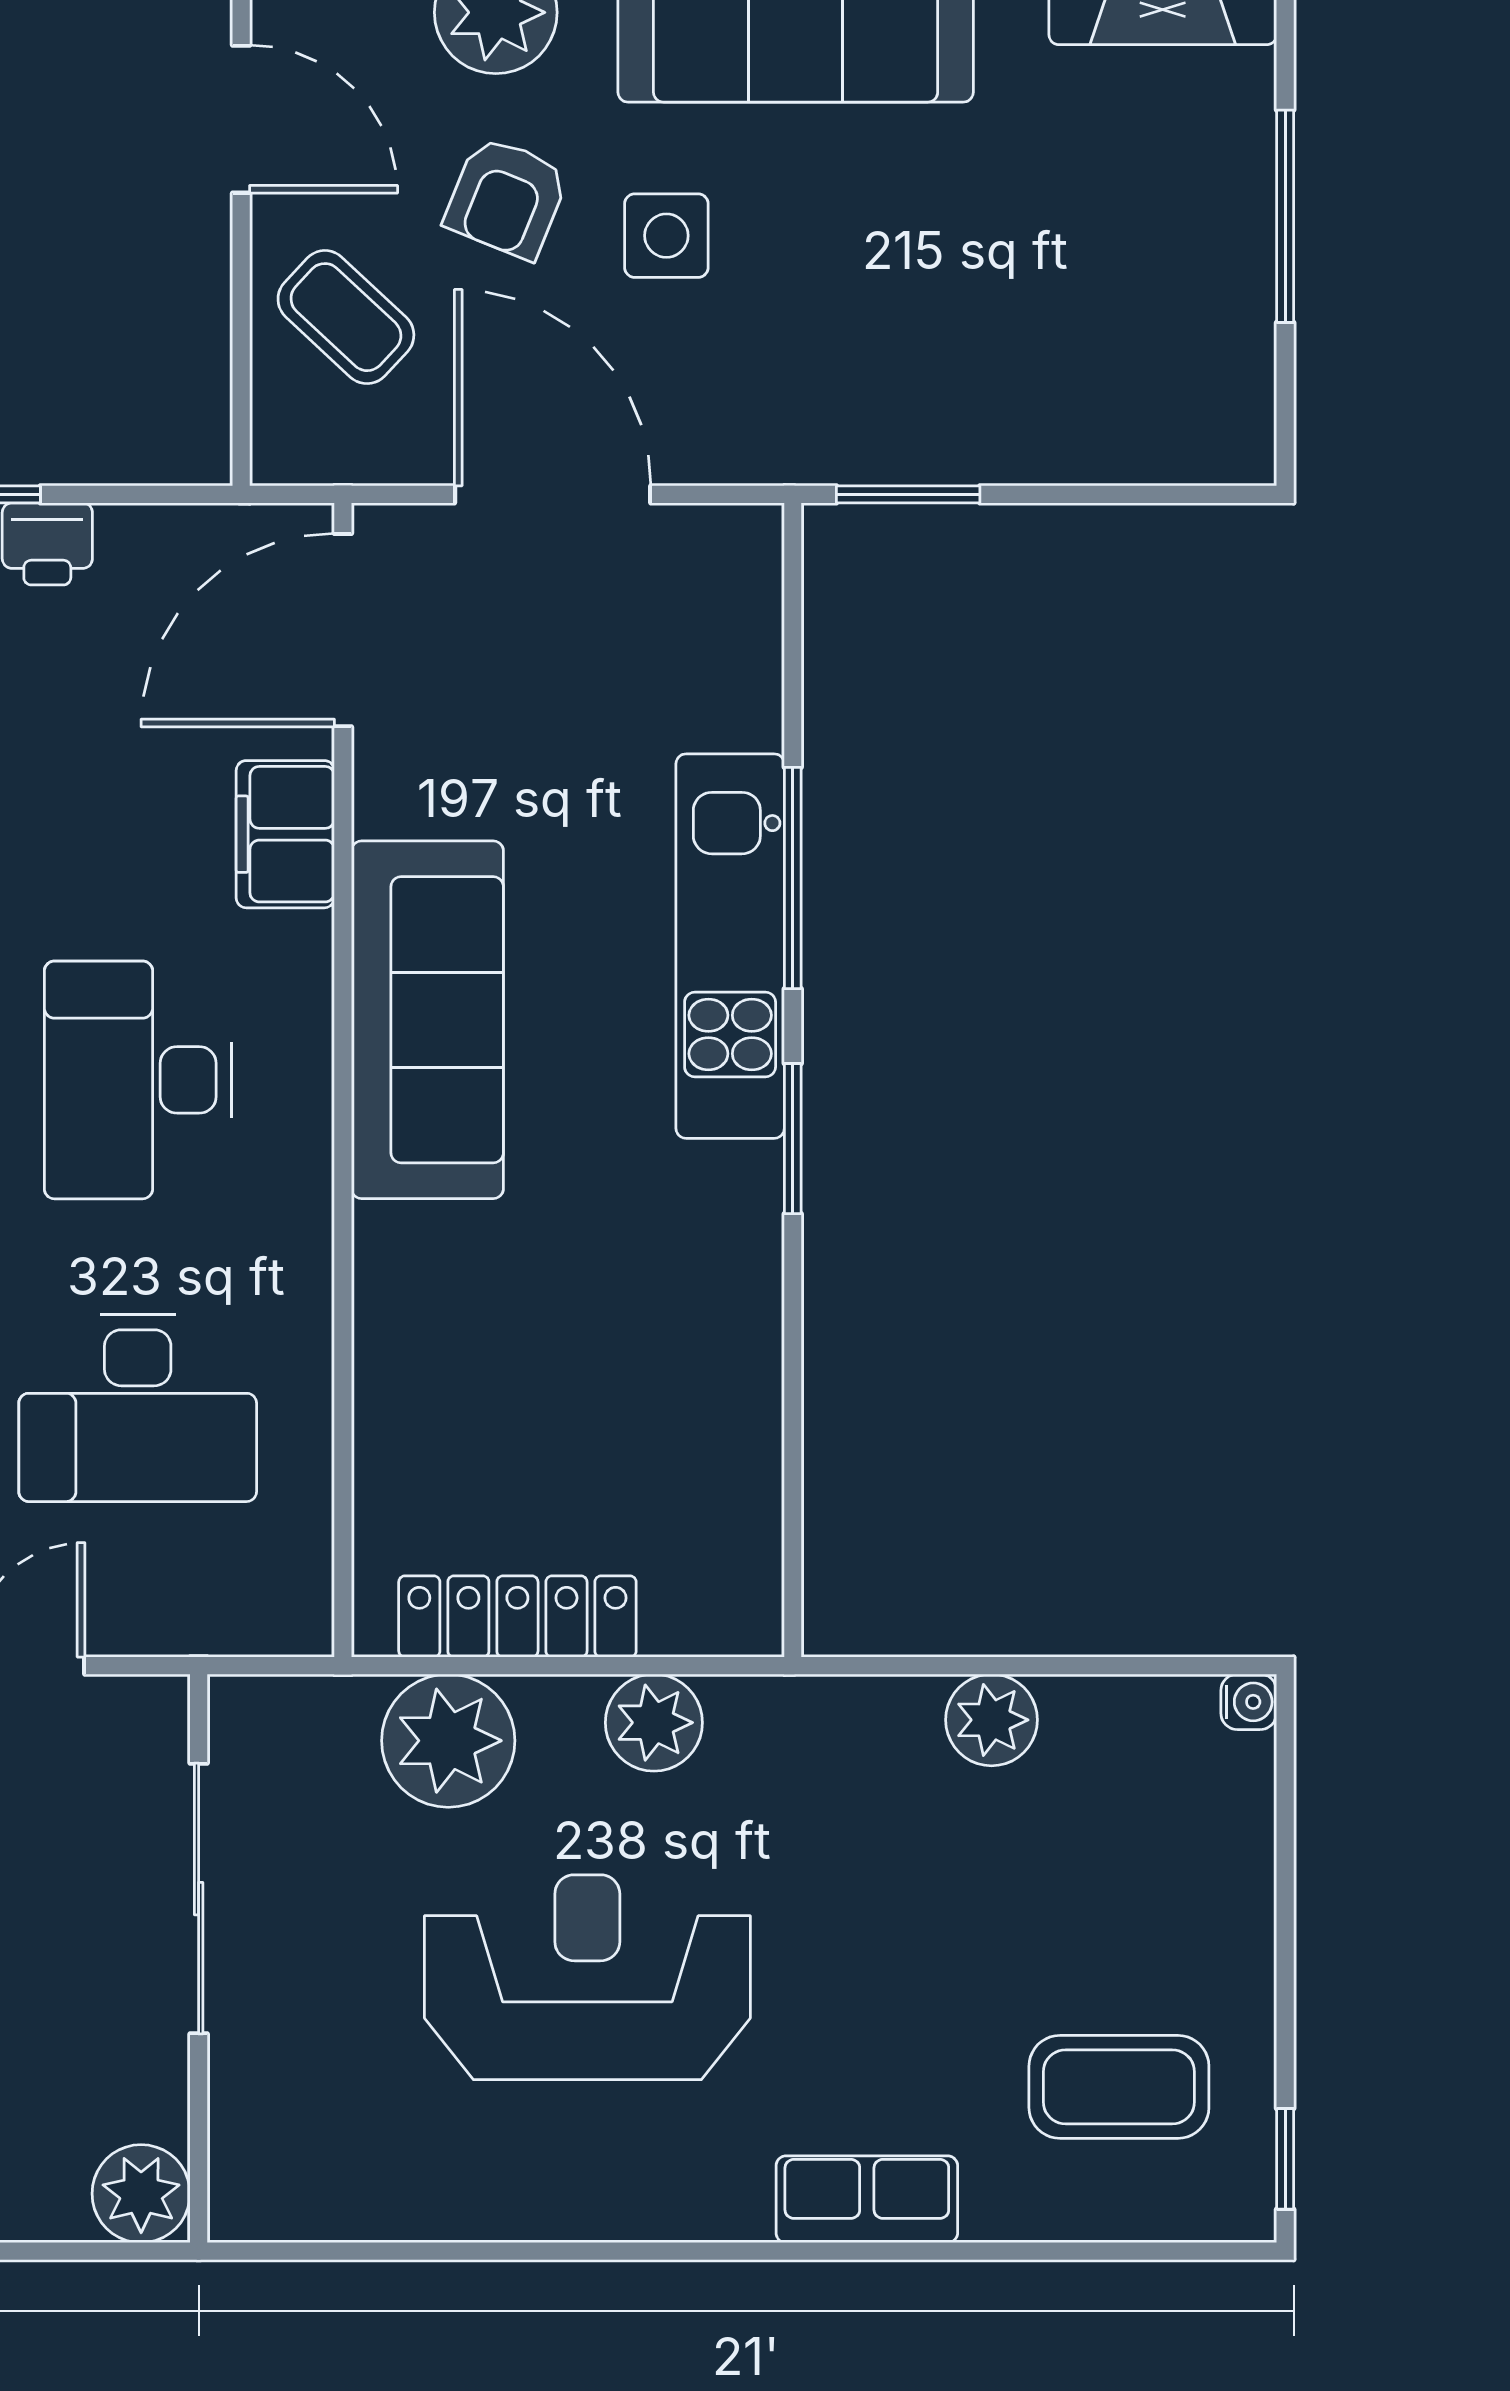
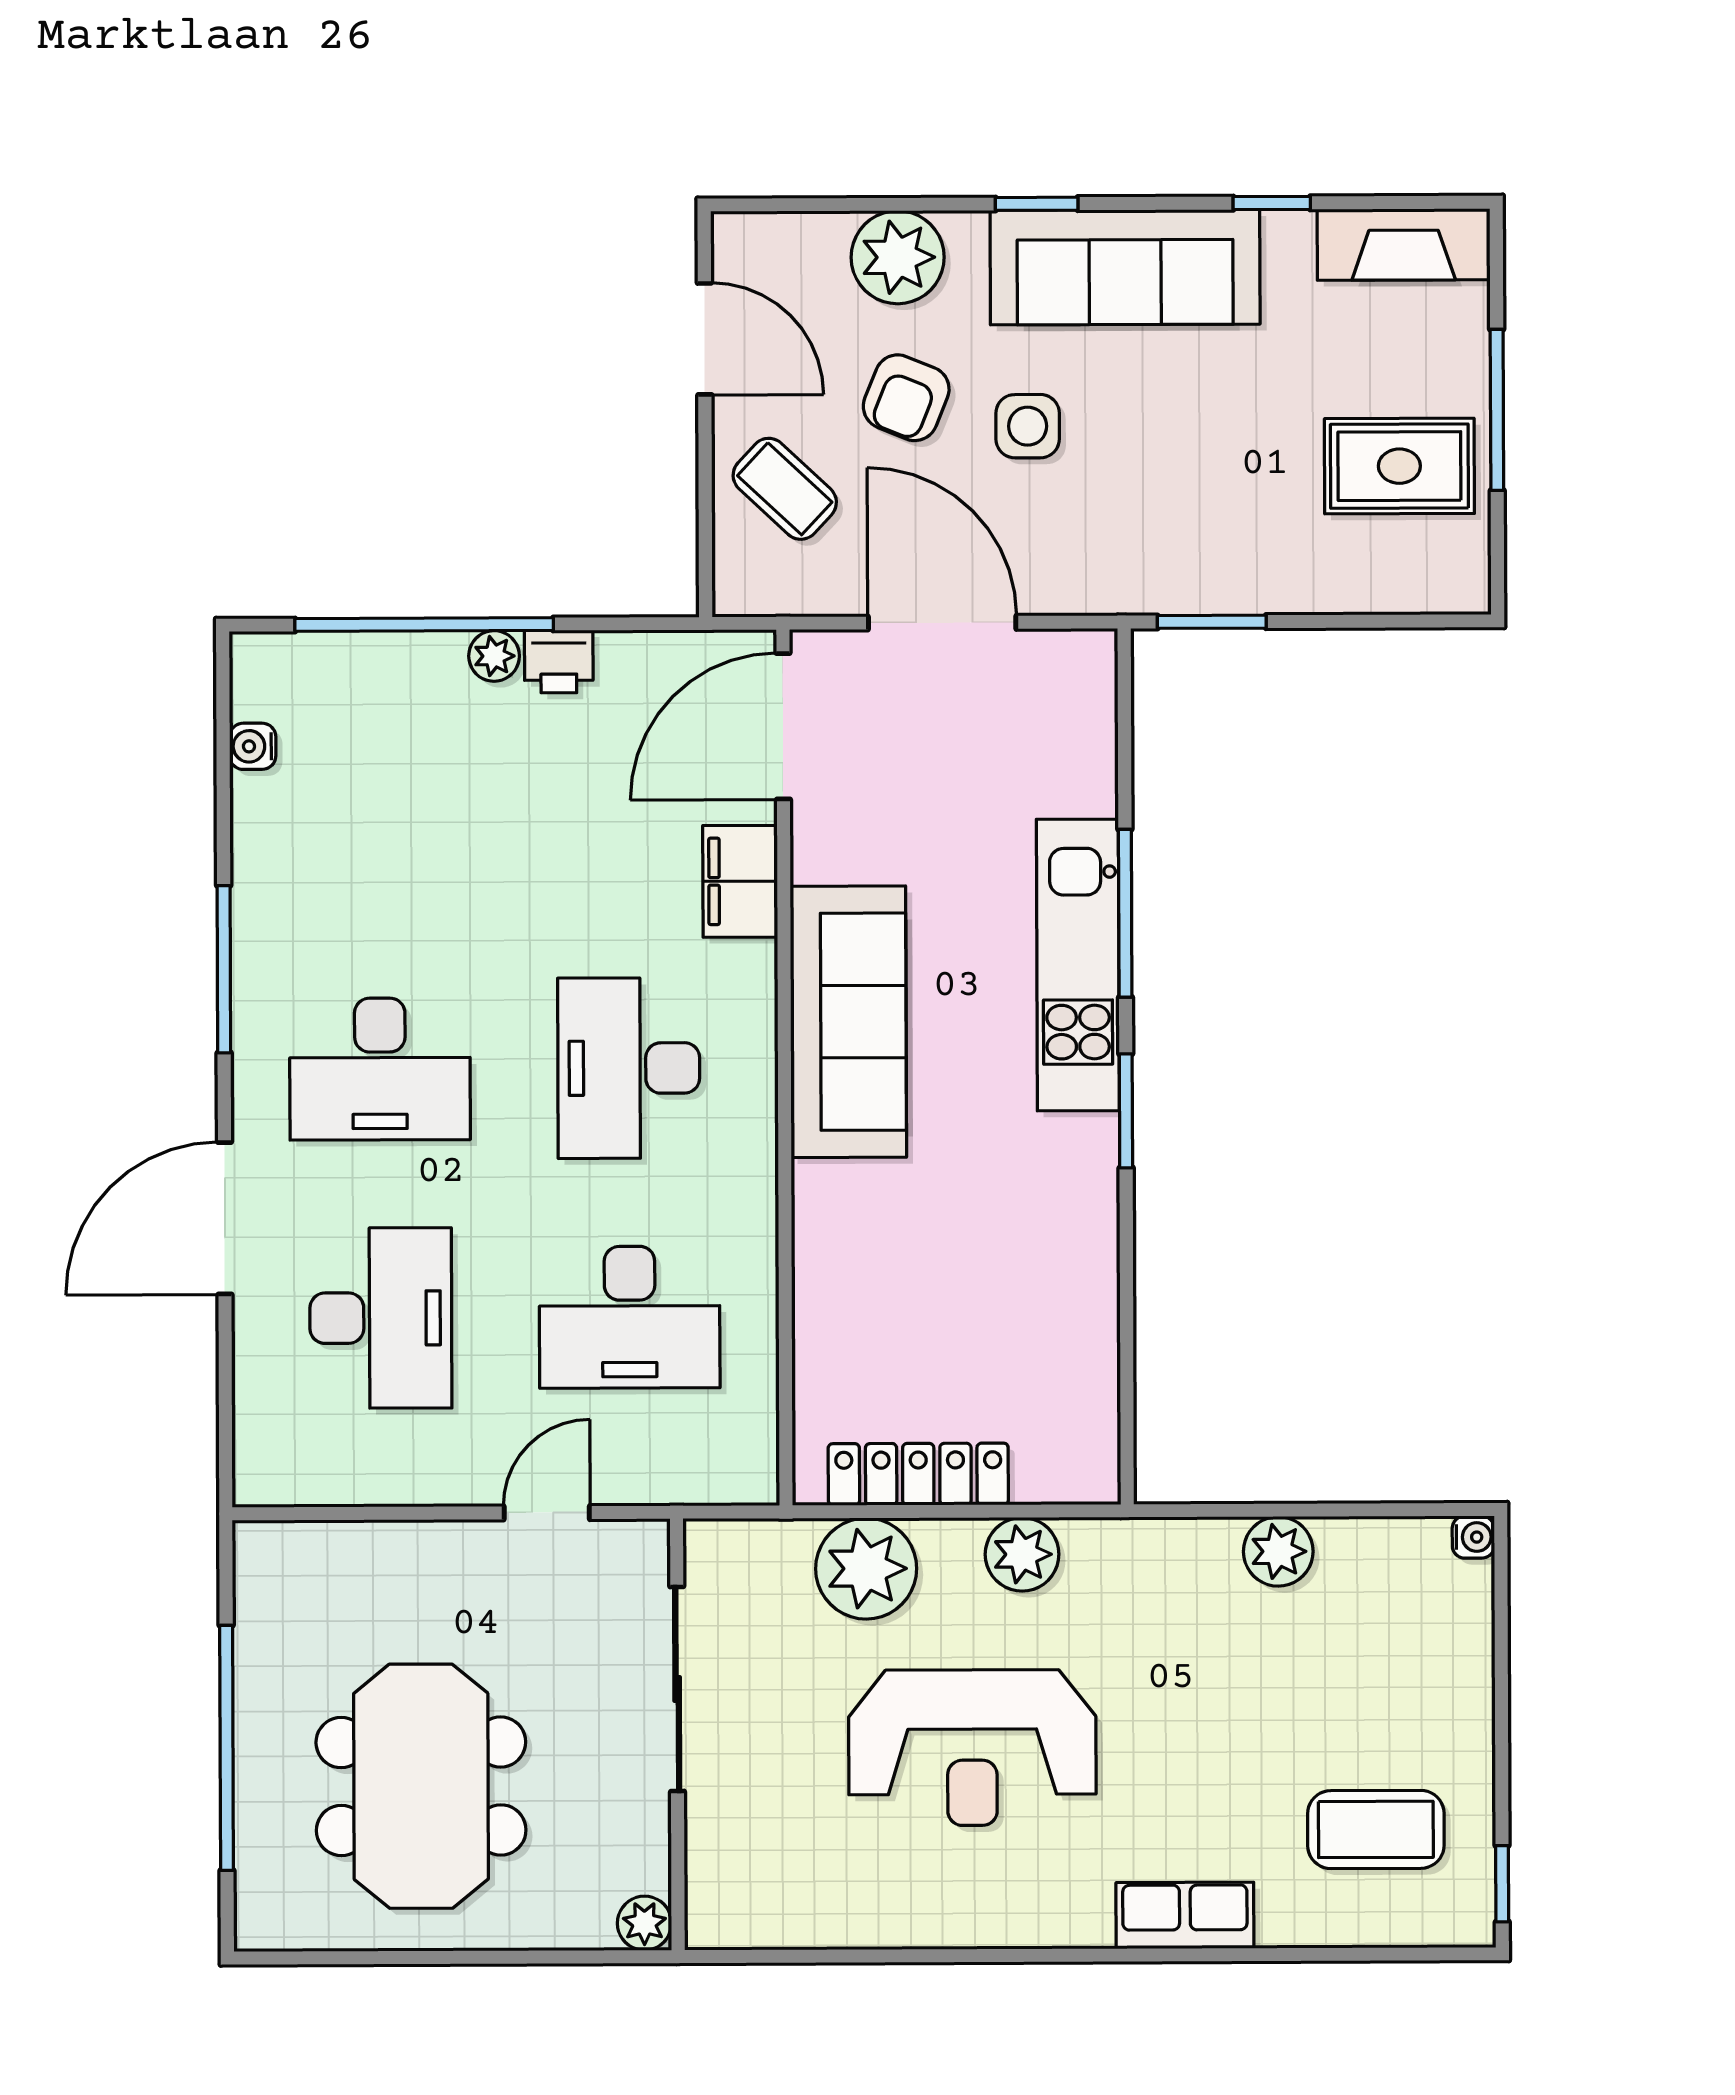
rug: (1156, 290) -> (1399, 466), added
reception desk: (587, 1977) -> (972, 1748), turned 180
plant: (141, 2194) -> (644, 1923), width x0.73, depth x0.73

